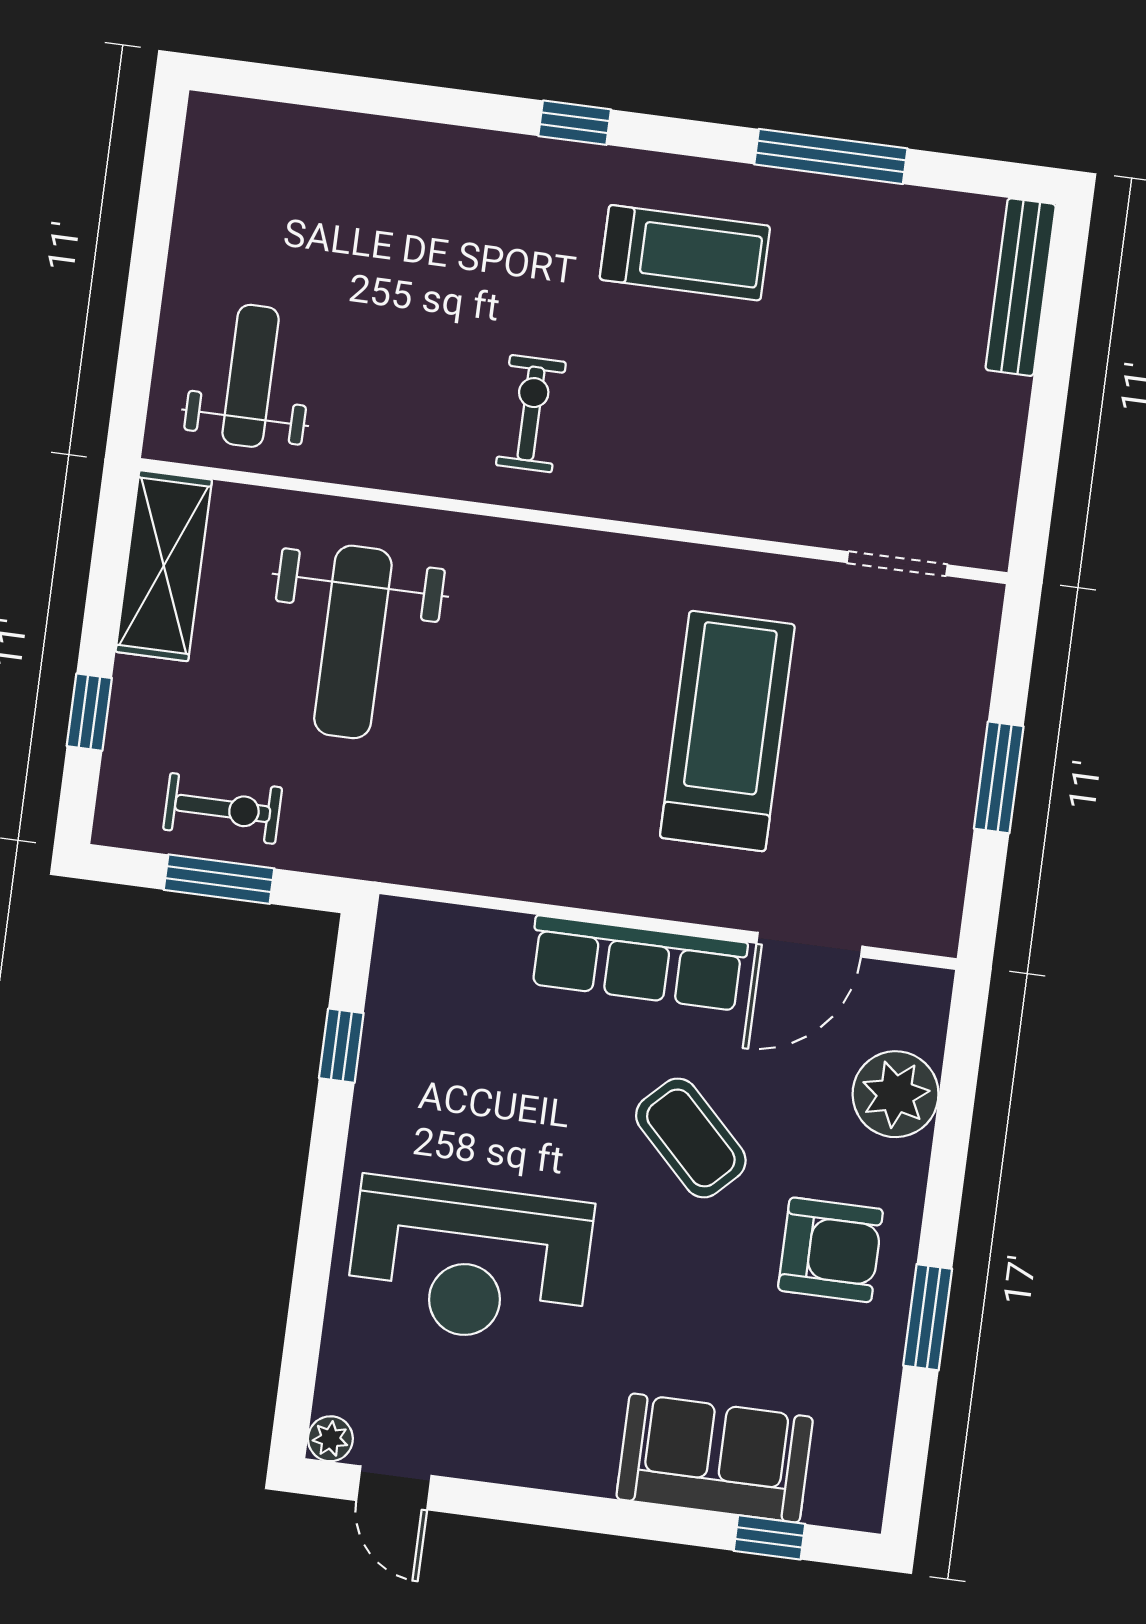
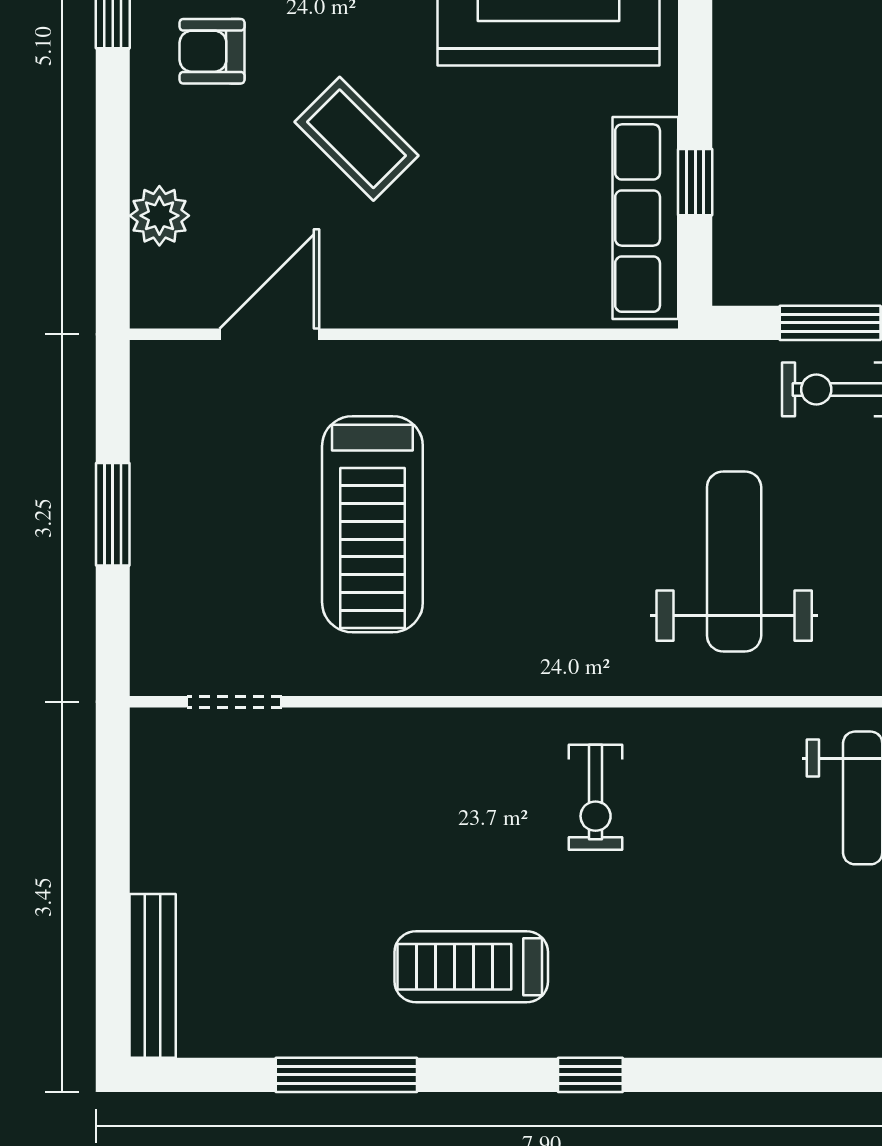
row of seats: (638, 963) -> (645, 218), moved, turned -90
plant: (896, 1094) -> (159, 216), width x0.73, depth x0.73
armchair: (830, 1250) -> (212, 51), width x0.72, depth x0.72

